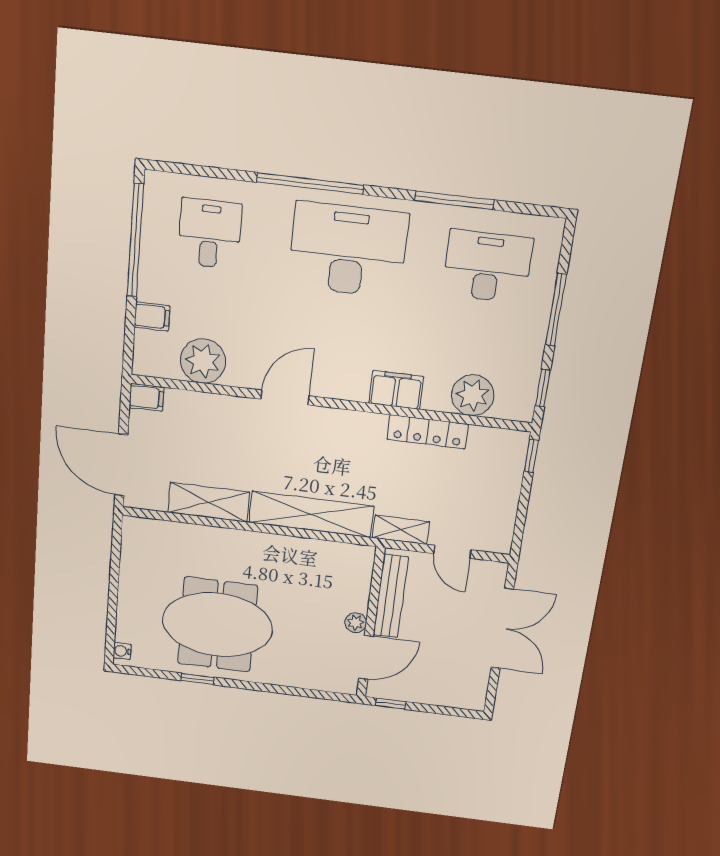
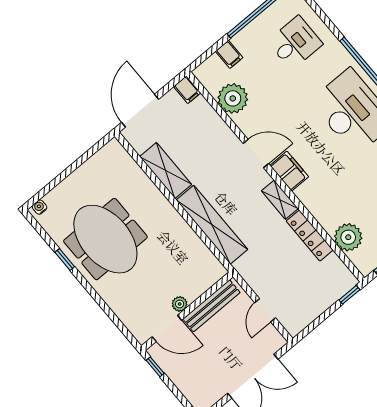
filing cabinet: (396, 390) -> (289, 171), moved
shelving: (401, 530) -> (280, 200), moved

